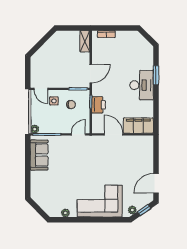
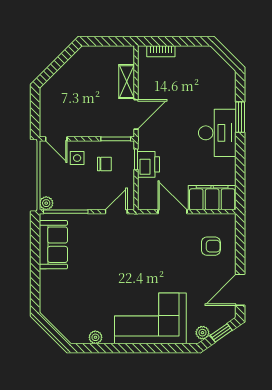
shelving: (85, 41) -> (127, 82), moved
armchair: (138, 156) -> (211, 246), added

